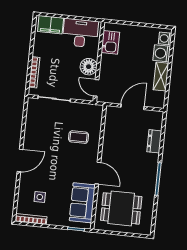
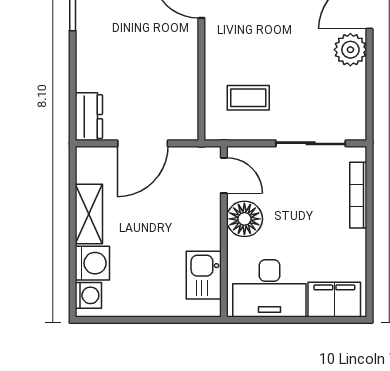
coffee table: (79, 137) -> (248, 98), moved
plant: (31, 140) -> (350, 50), added
dresser: (154, 141) -> (89, 117), moved

